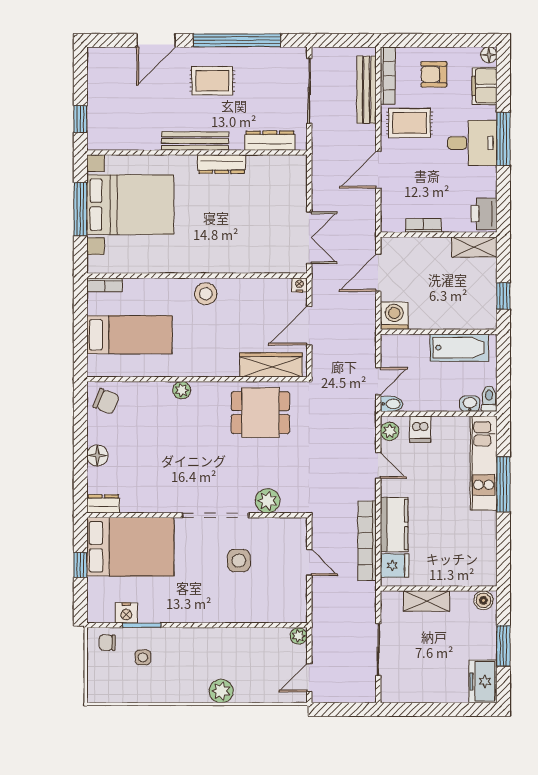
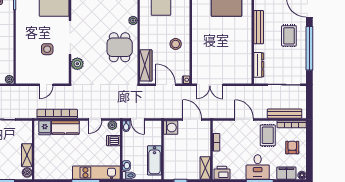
dresser: (222, 164) -> (247, 41), removed
stool: (206, 294) -> (176, 44), moved
dining table: (260, 413) -> (120, 47), moved
shelving: (426, 601) -> (27, 155), moved

